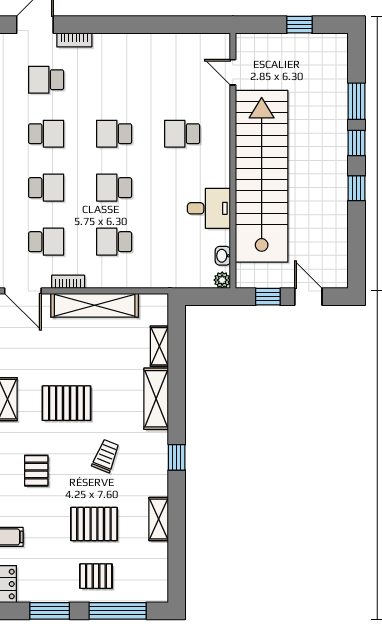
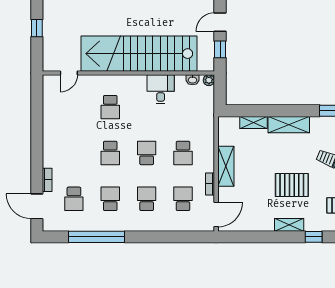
school desk: (114, 188) -> (147, 153), turned 180
shelving: (95, 305) -> (226, 166), width x0.68
pallet: (67, 403) -> (292, 185), turned 90

